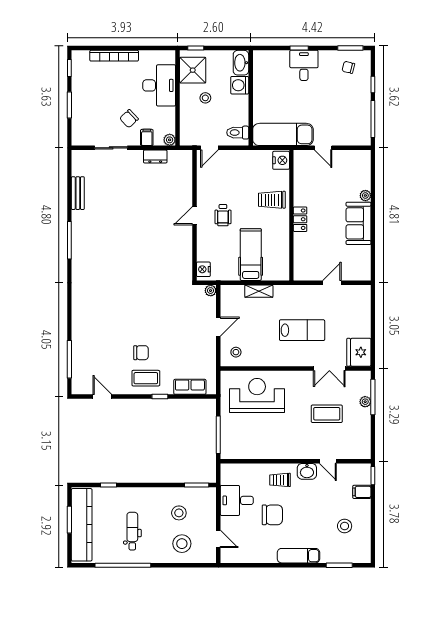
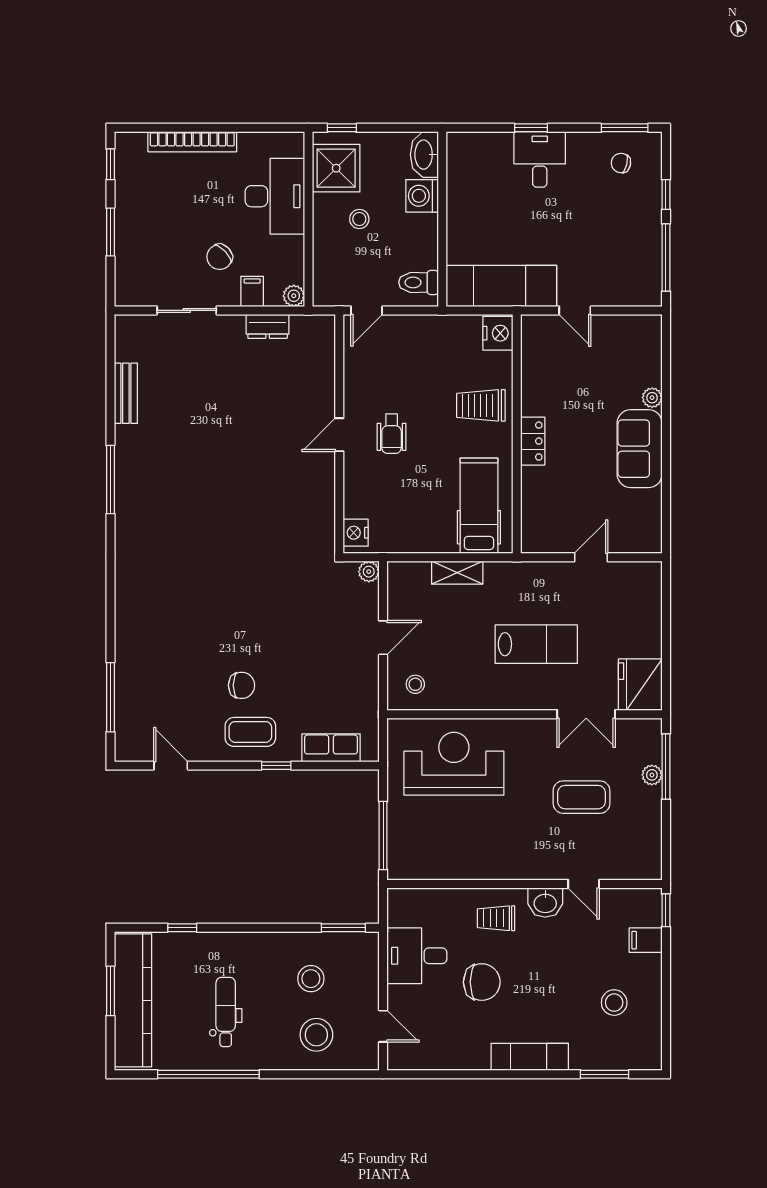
hospital bed: (251, 255) -> (479, 506), moved

